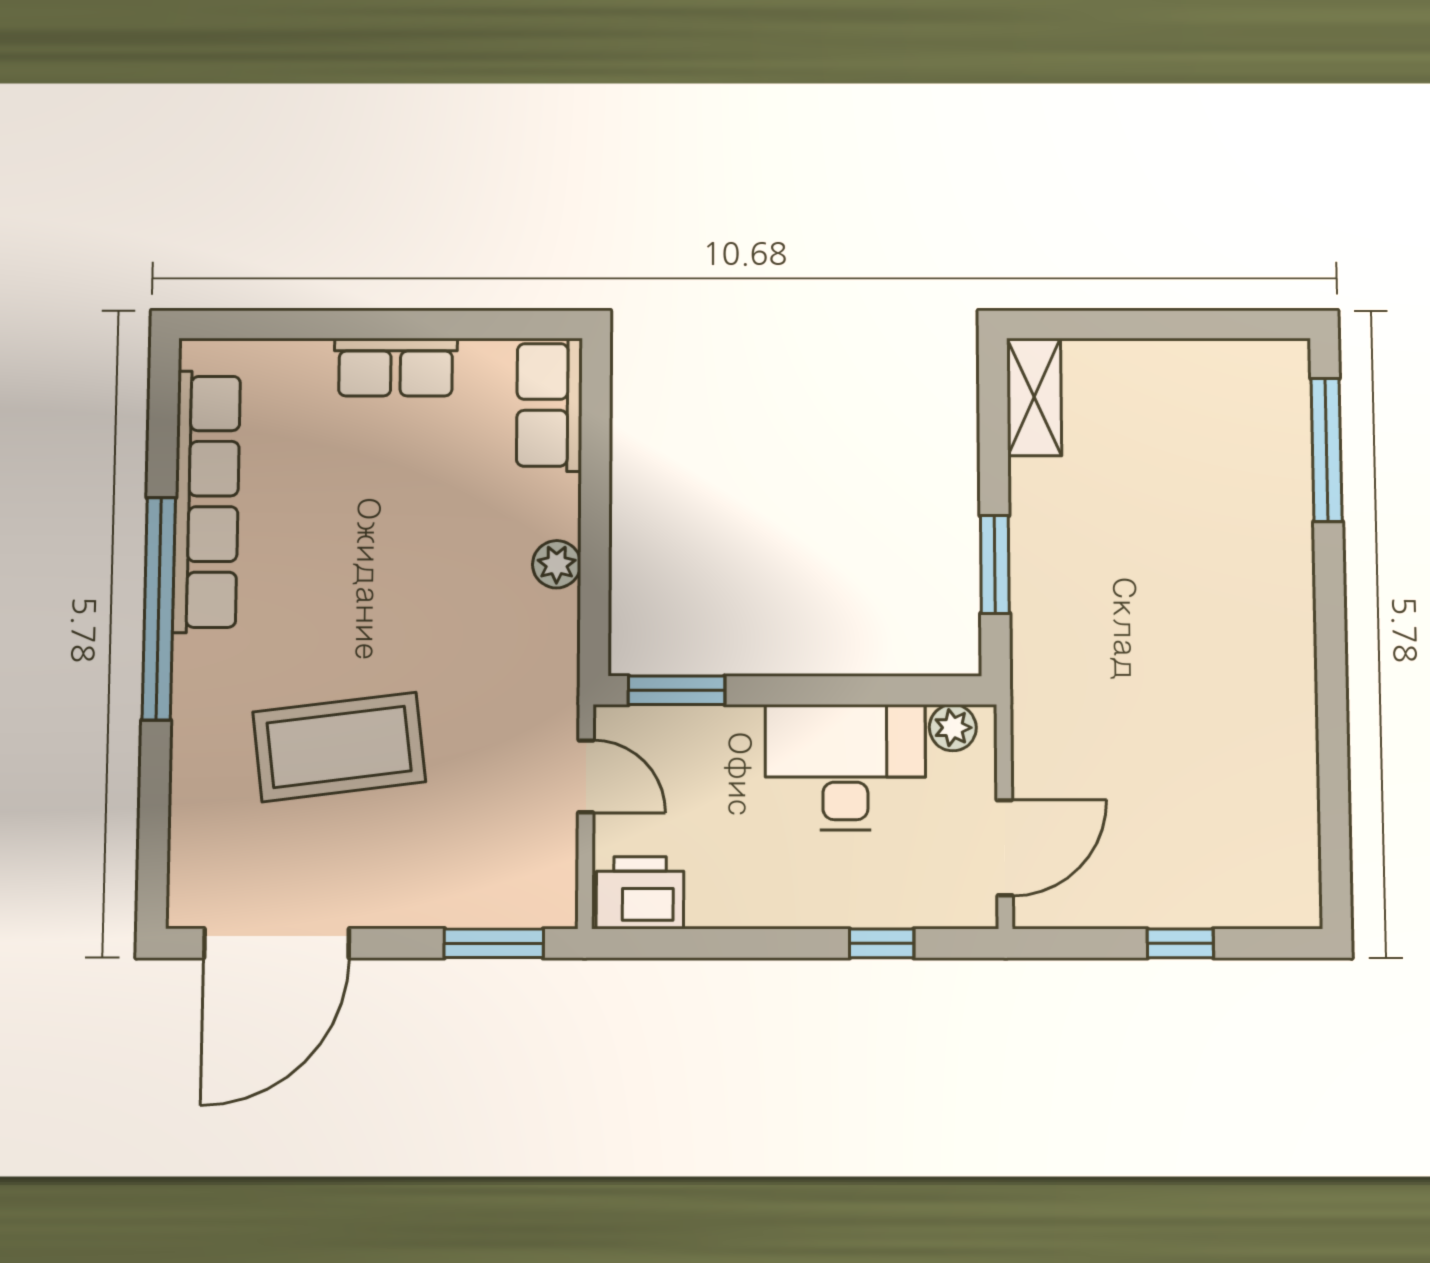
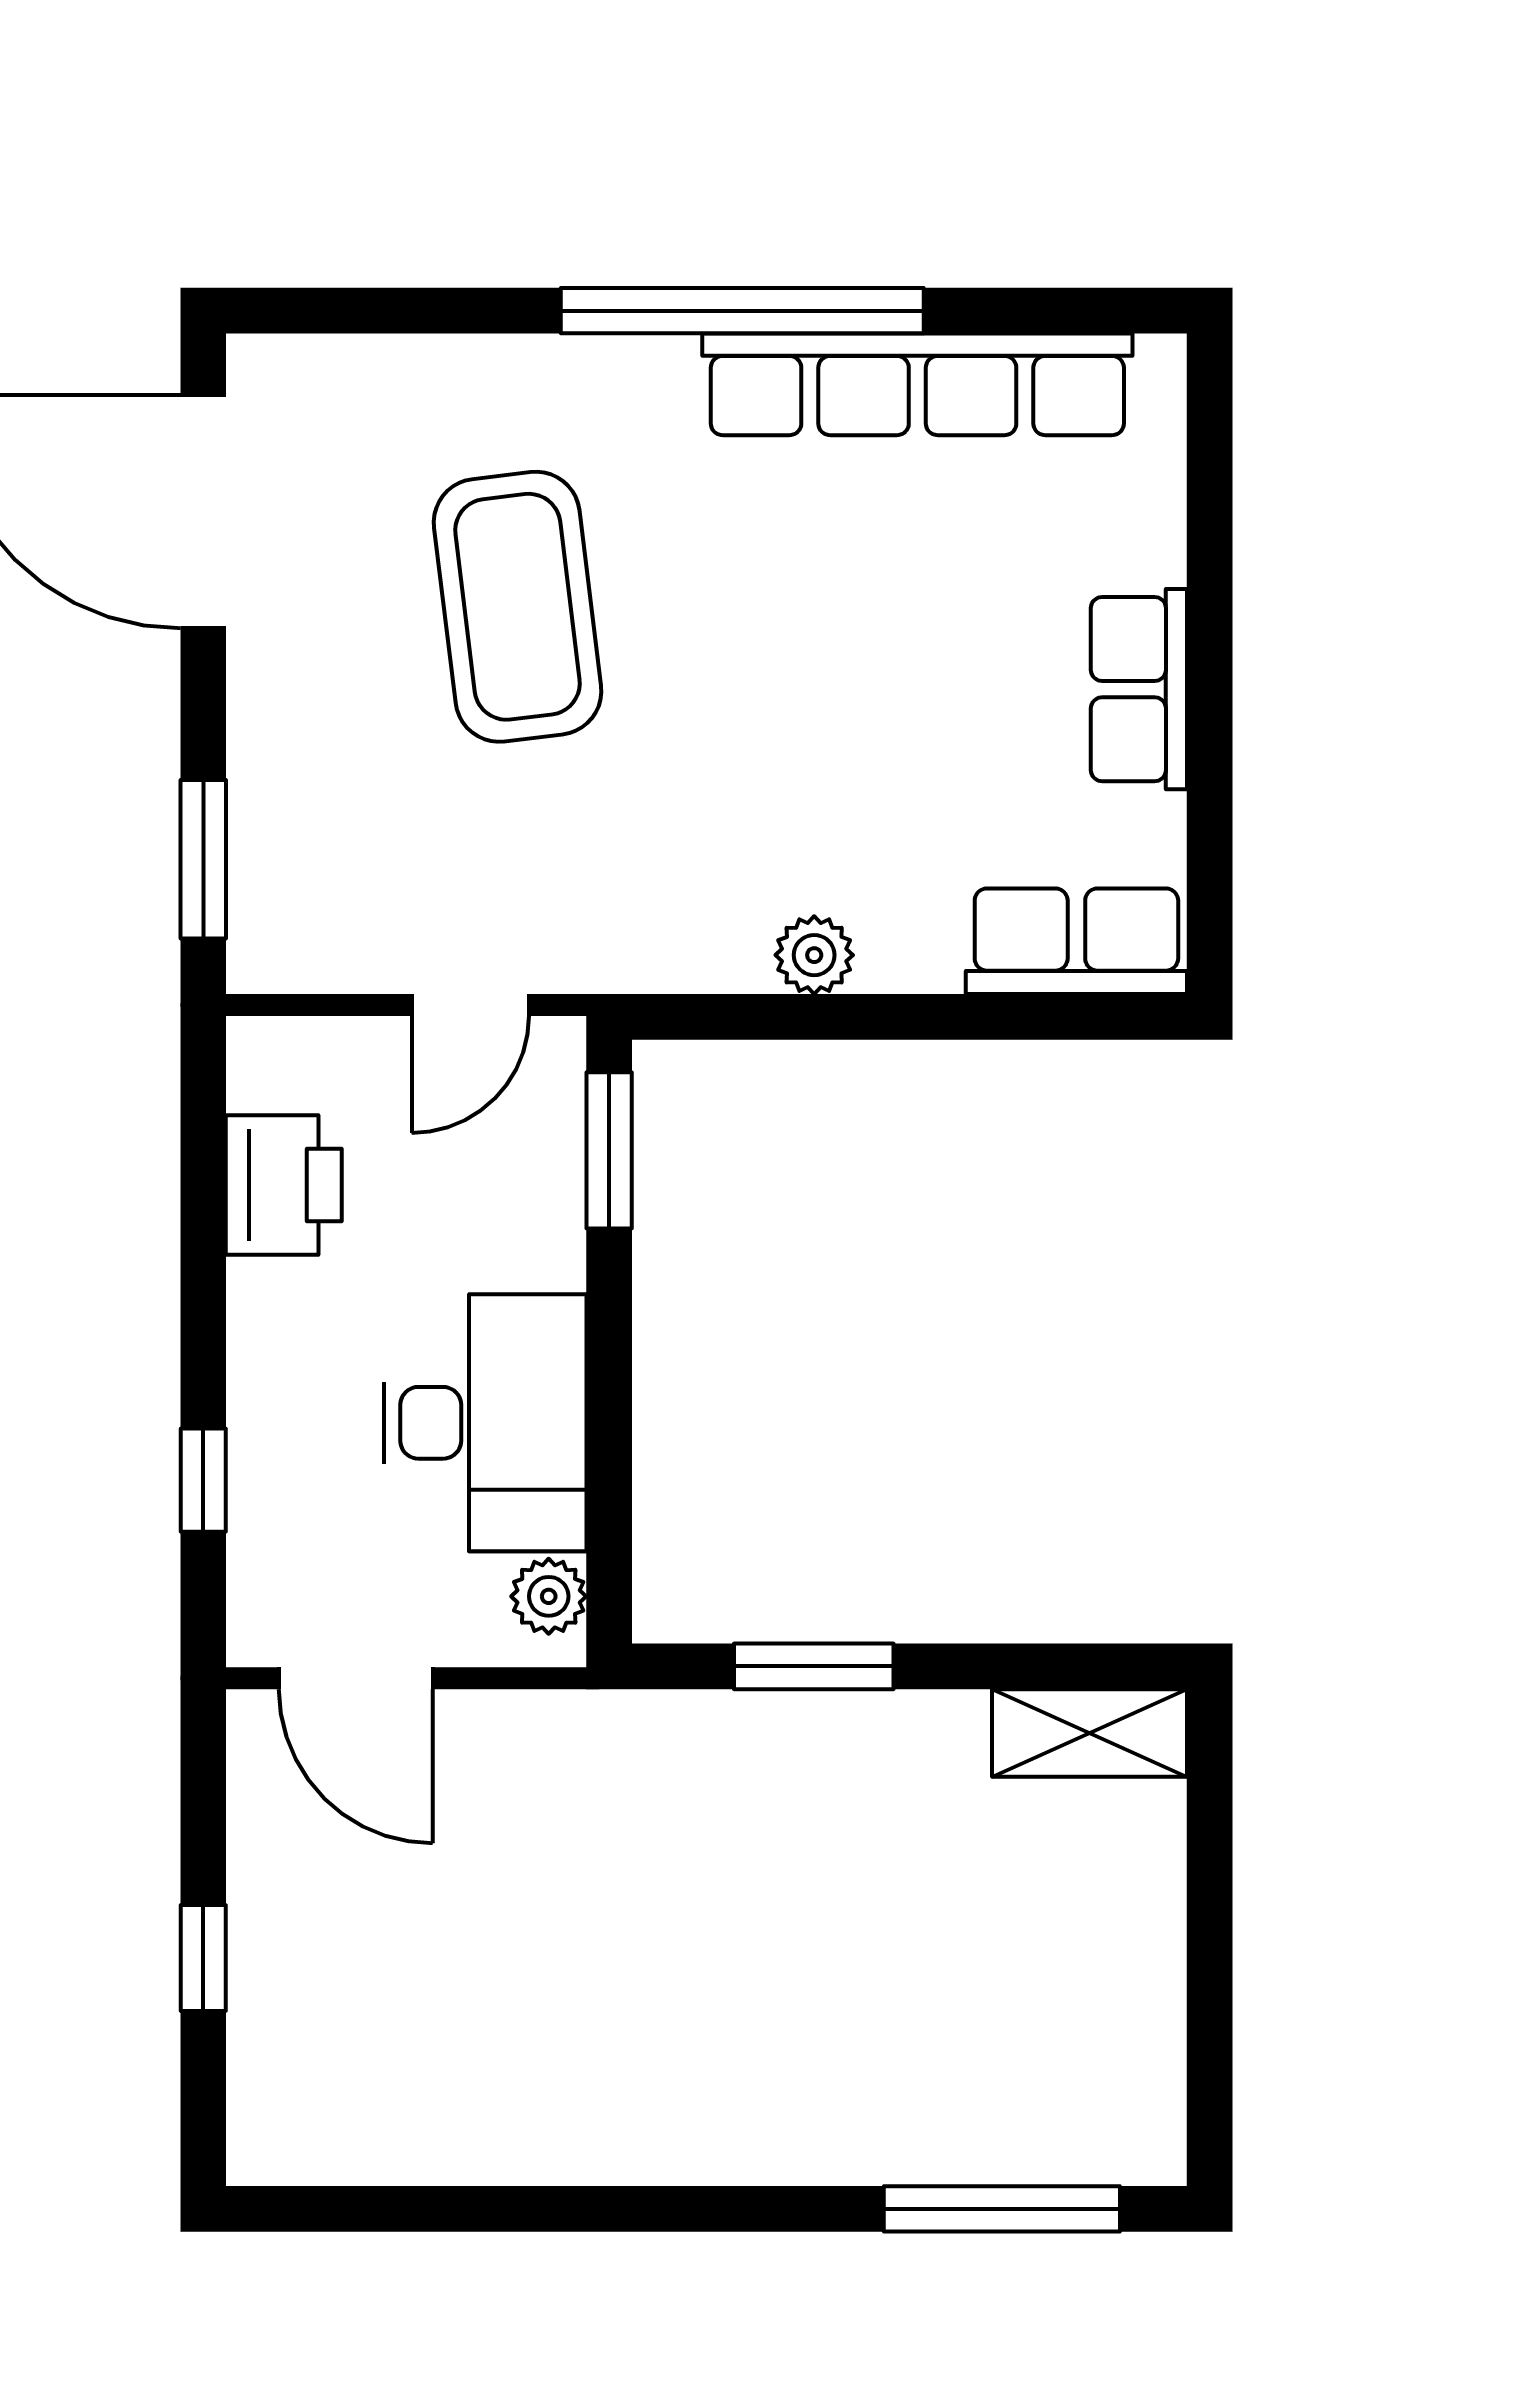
printer: (640, 893) -> (284, 1185), moved

